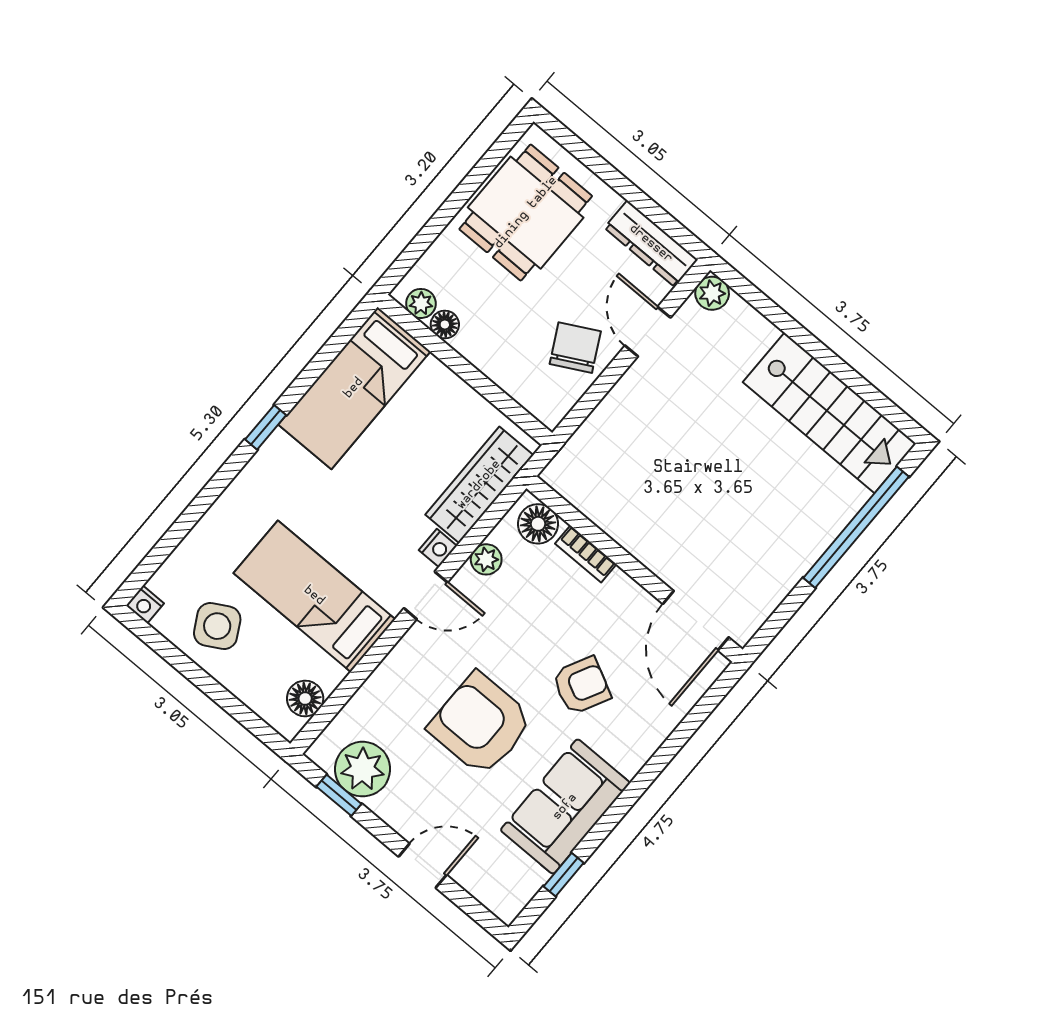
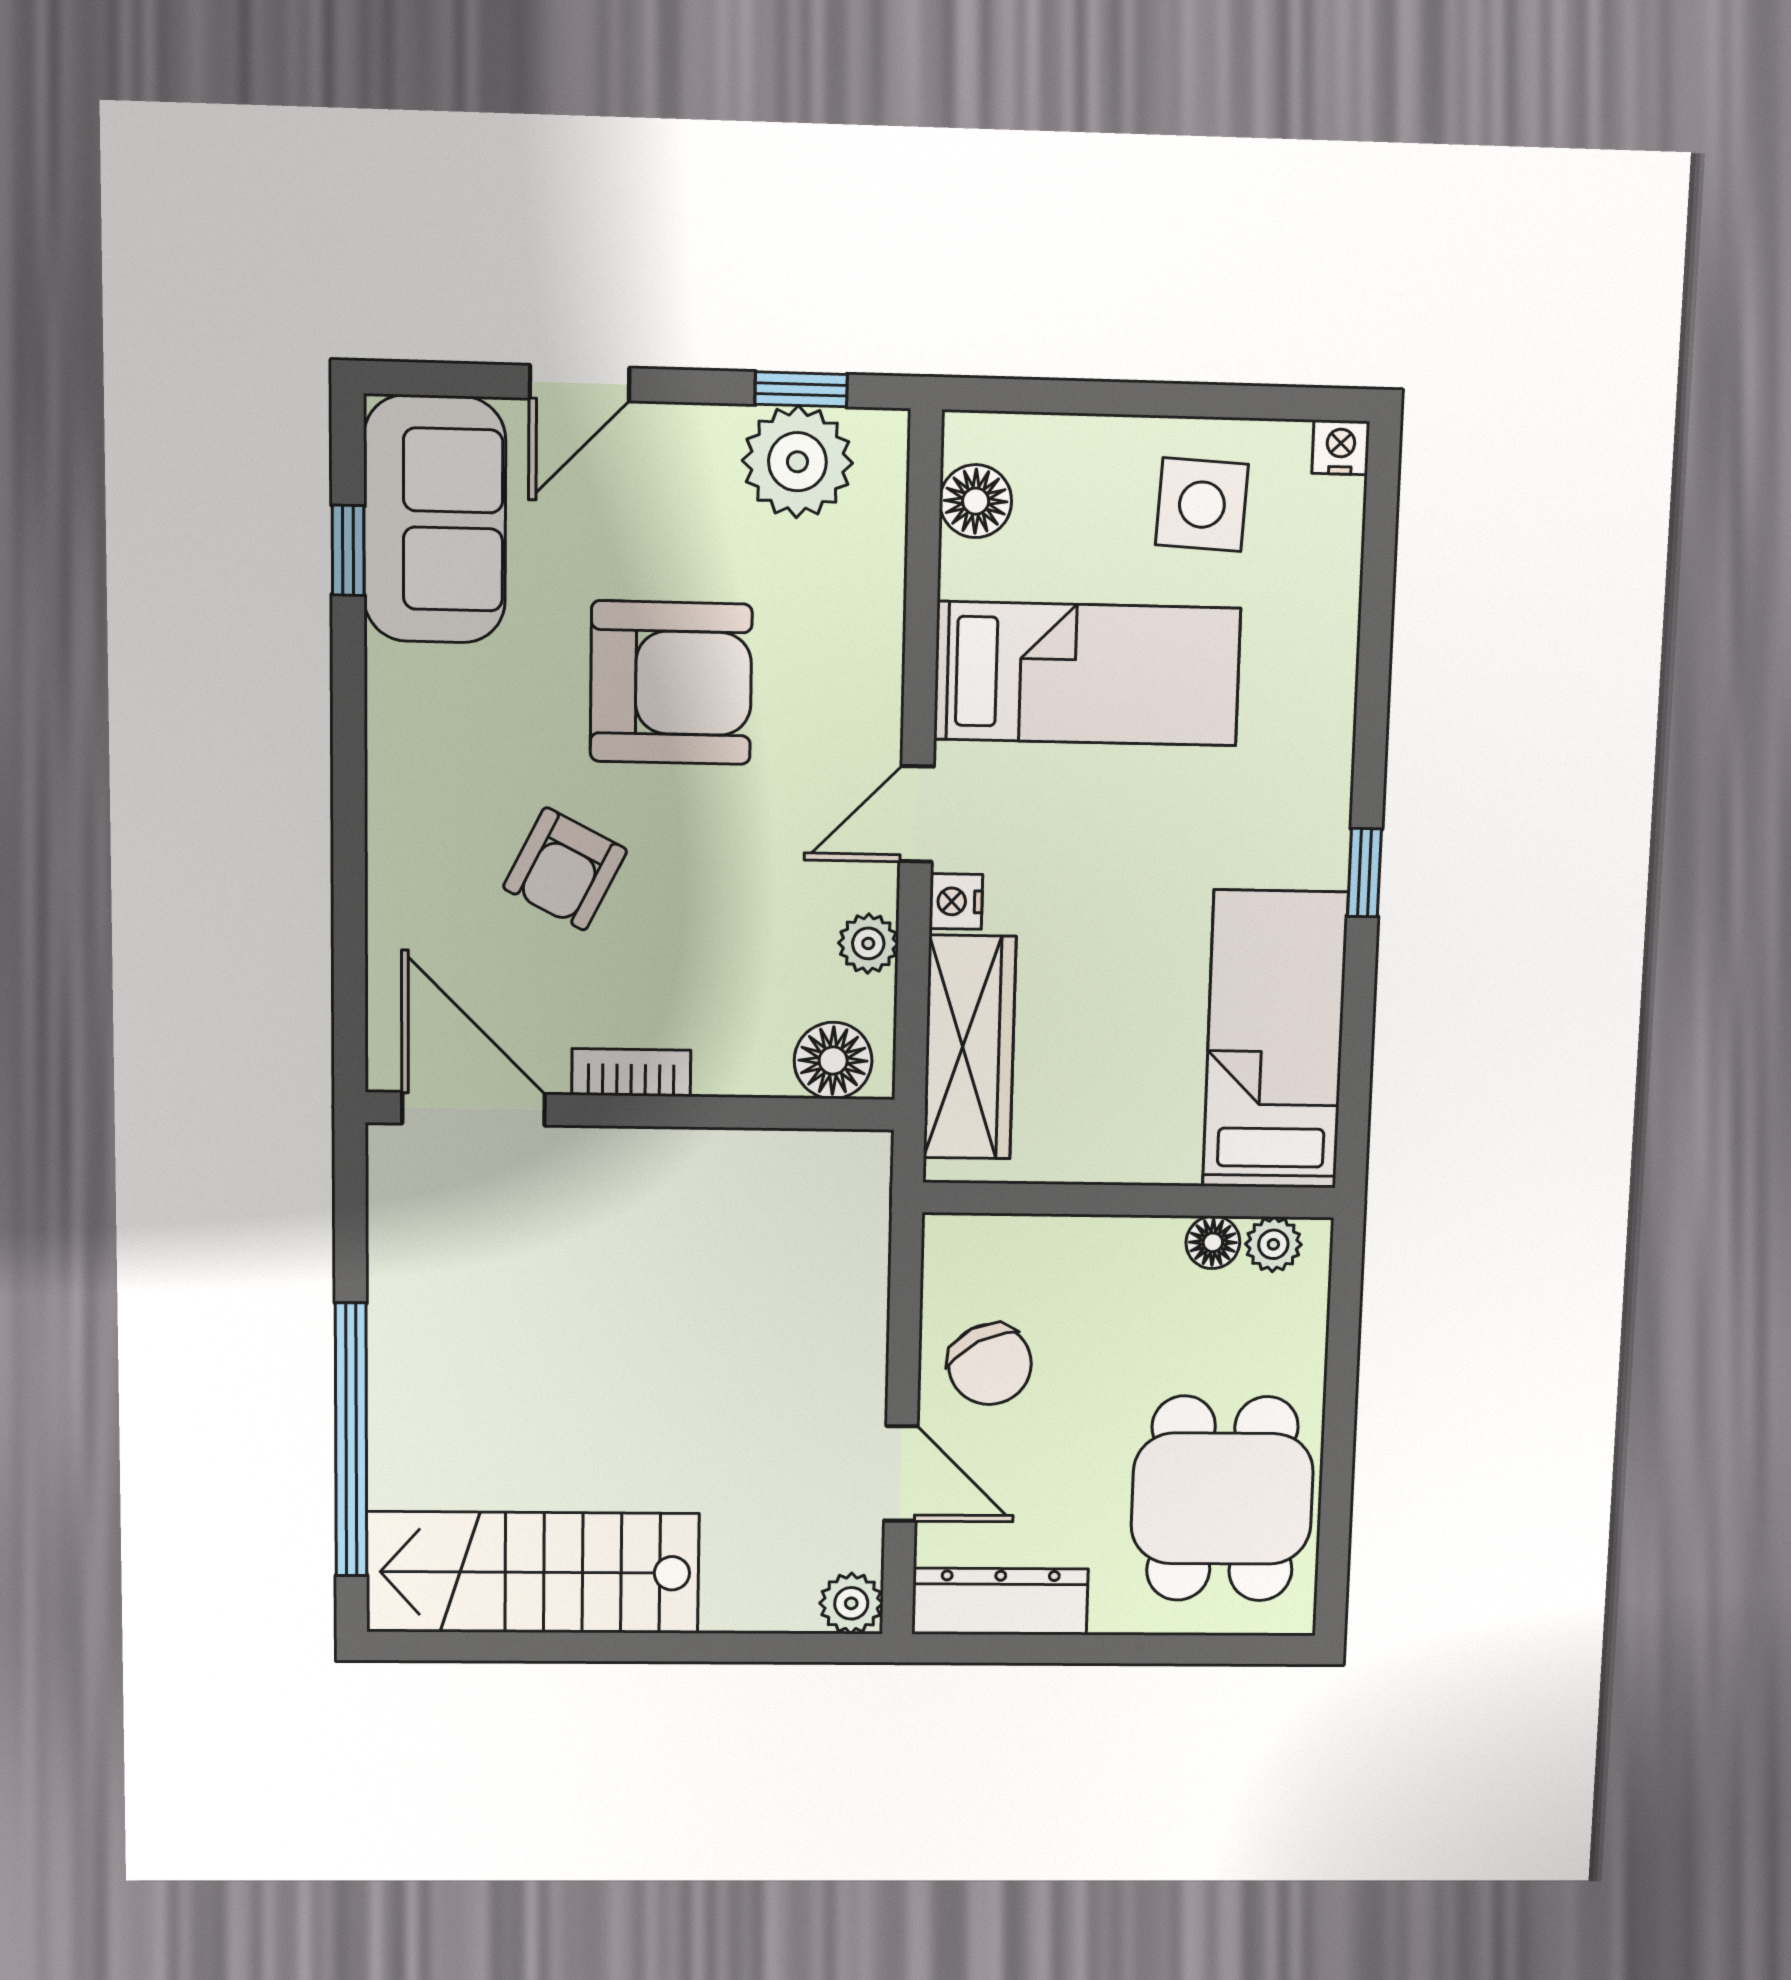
bookcase: (586, 554) -> (631, 1073), moved
side table: (217, 626) -> (1202, 505), turned 32
sofa: (565, 807) -> (435, 519), moved

